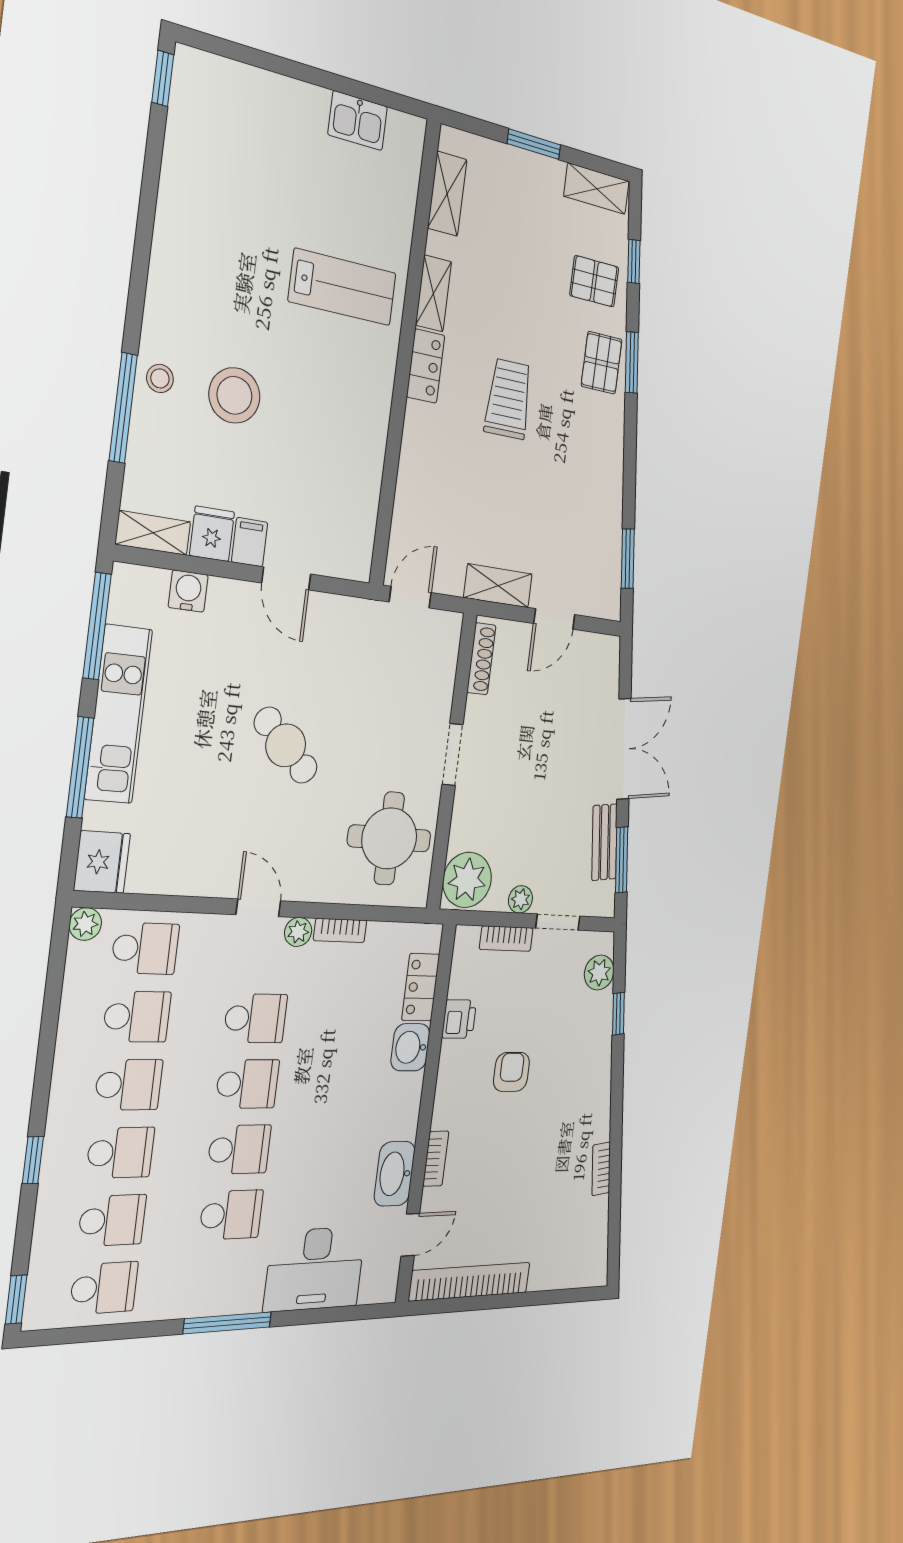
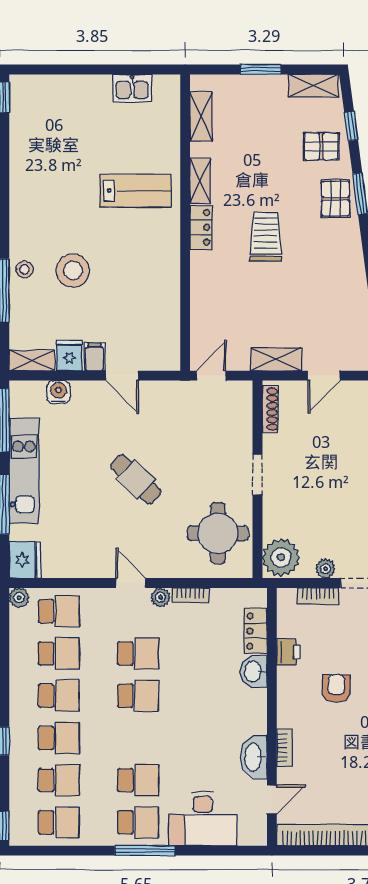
school desk: (239, 1149) -> (138, 822), moved

